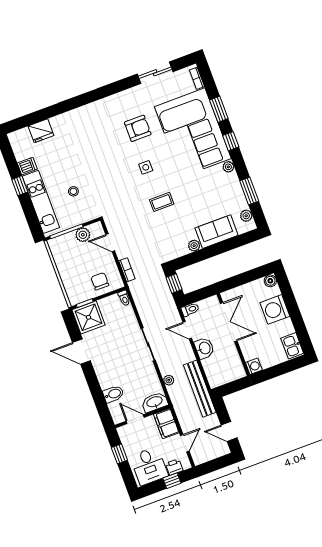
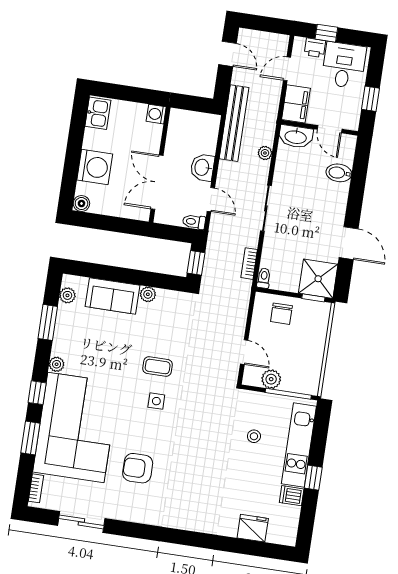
side table: (146, 167) -> (156, 401), moved
bookcase: (127, 270) -> (249, 264), moved

